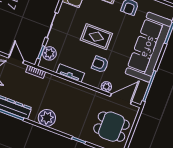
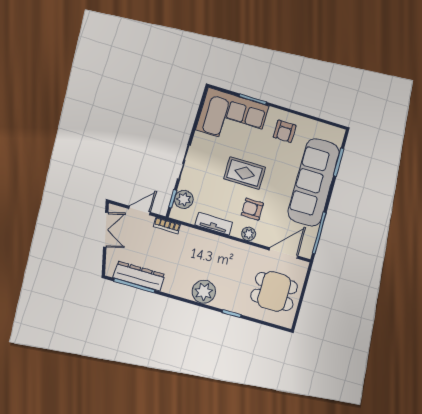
door: (16, 59) -> (139, 210), hinge flipped
plant: (106, 87) -> (249, 234), moved
plant: (47, 118) -> (204, 292), moved

